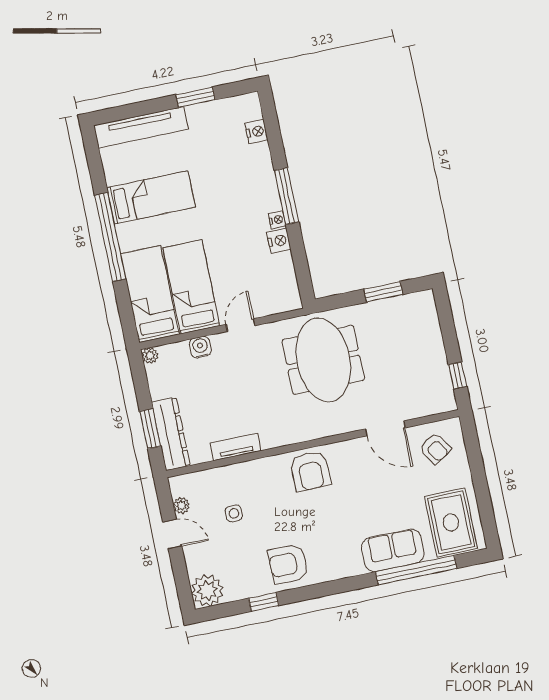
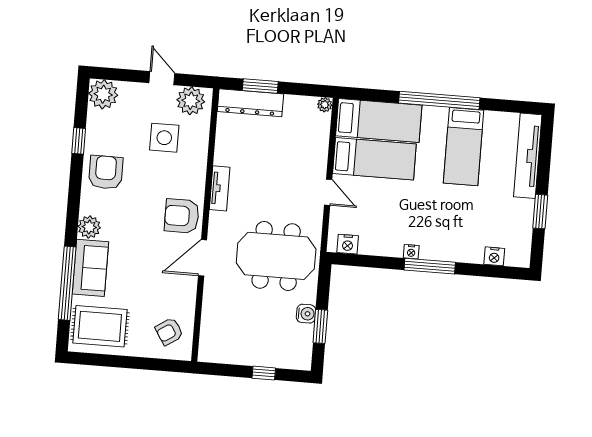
nightstand: (279, 241) -> (348, 244), moved
water cooler: (200, 347) -> (306, 314), moved
window: (458, 375) -> (264, 373), moved
door: (385, 428) -> (203, 258), moved
tv unit: (236, 447) -> (220, 188), moved
plant: (181, 506) -> (191, 101), width x1.88, depth x1.88
side table: (234, 513) -> (164, 138), width x1.87, depth x1.87
door: (172, 534) -> (162, 78), swing flipped
plant: (350, 564) -> (89, 227), added

